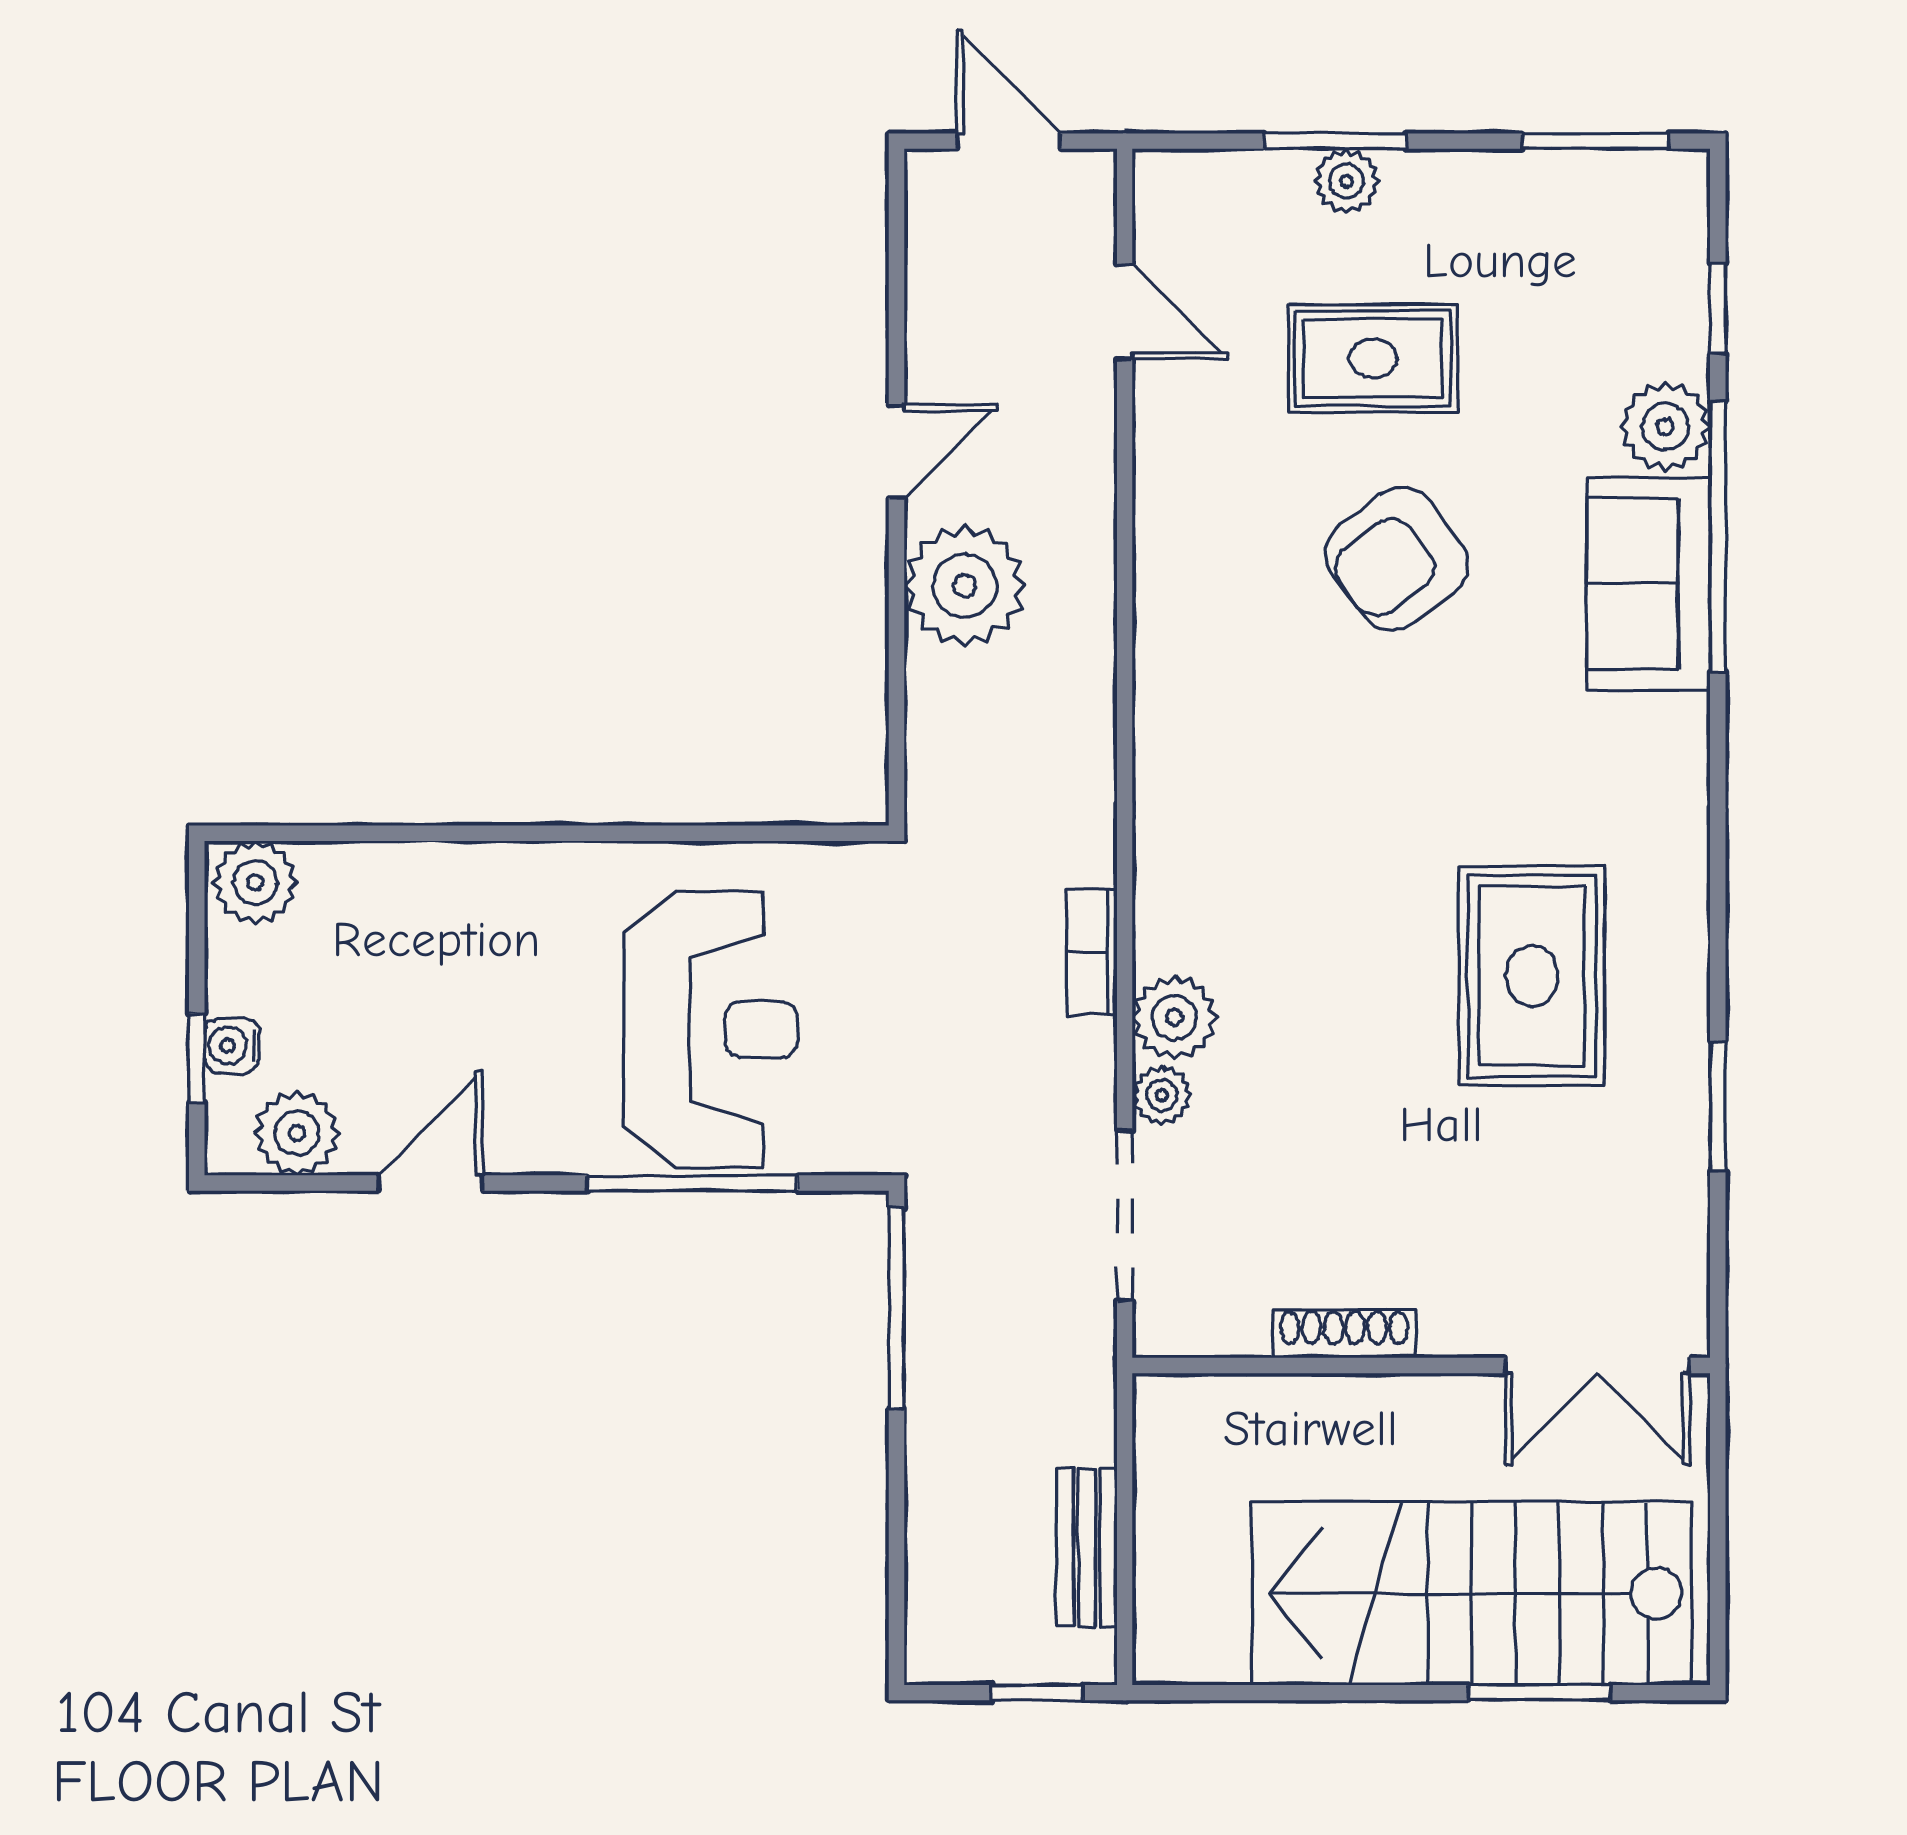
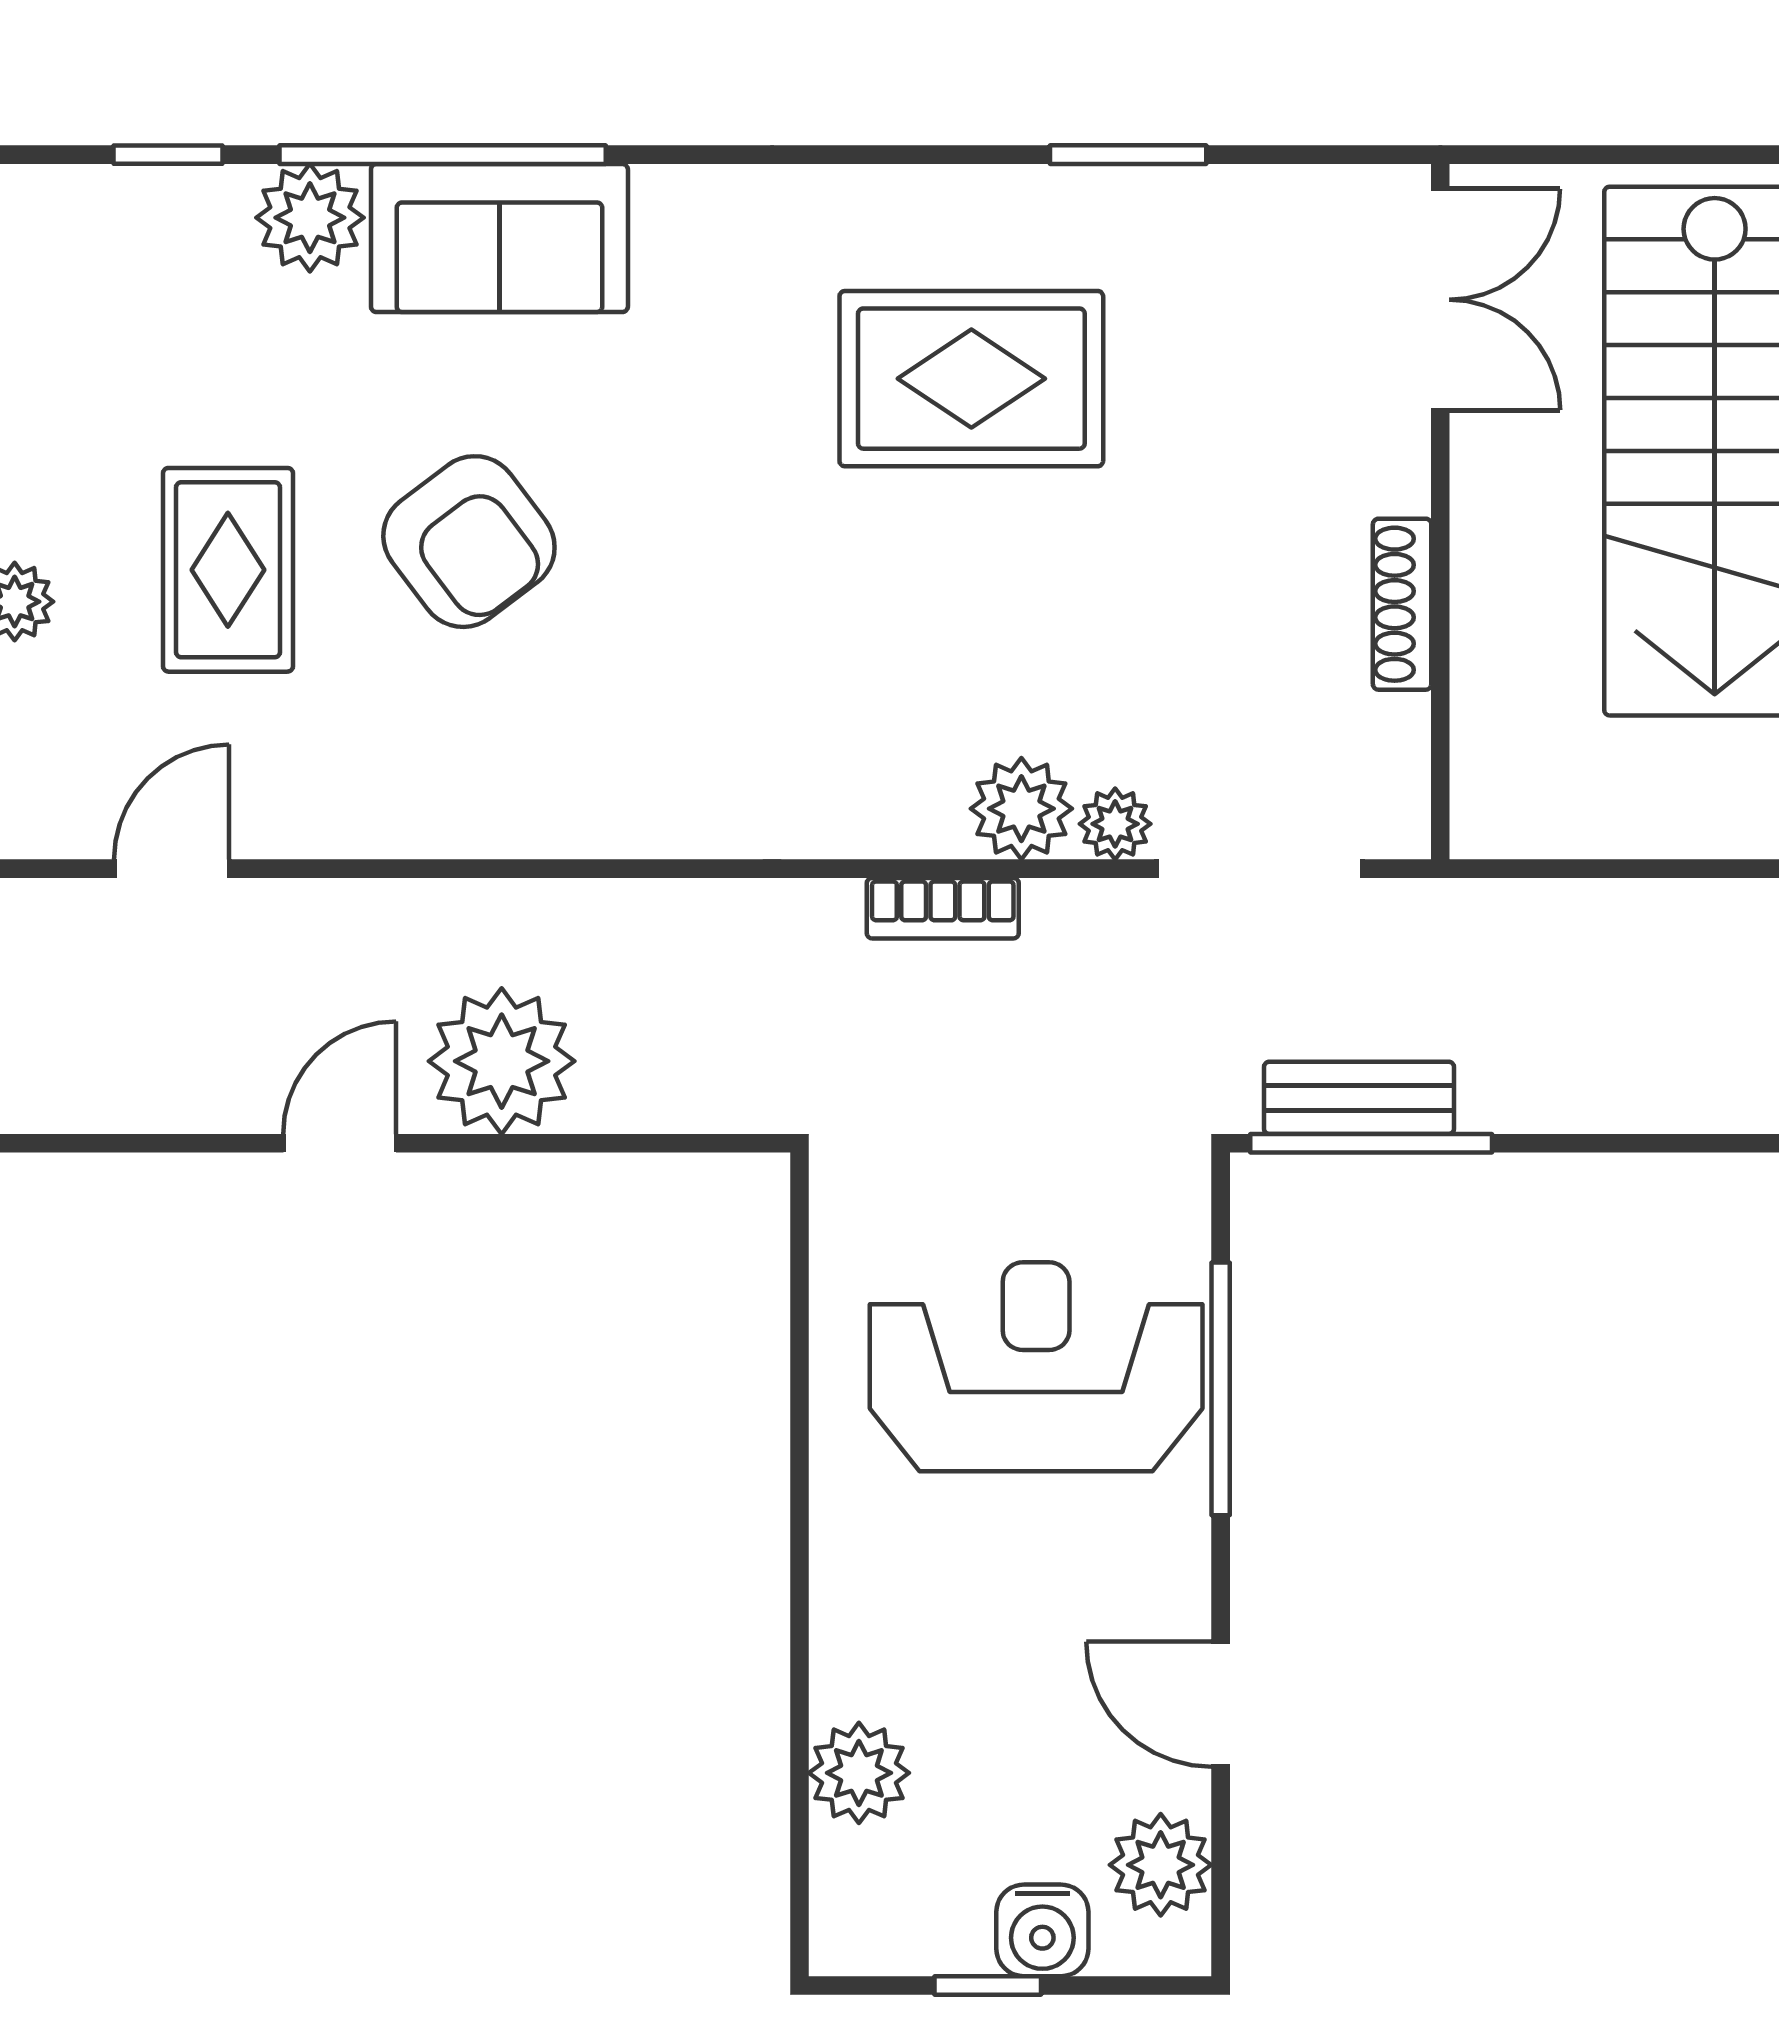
door: (896, 451) -> (340, 1143), hinge flipped
plant: (255, 883) -> (859, 1773), moved
water cooler: (232, 1046) -> (1042, 1930), width x1.38, depth x1.38
window: (197, 1058) -> (988, 1985), moved
bench: (1087, 1548) -> (1359, 1098), moved

